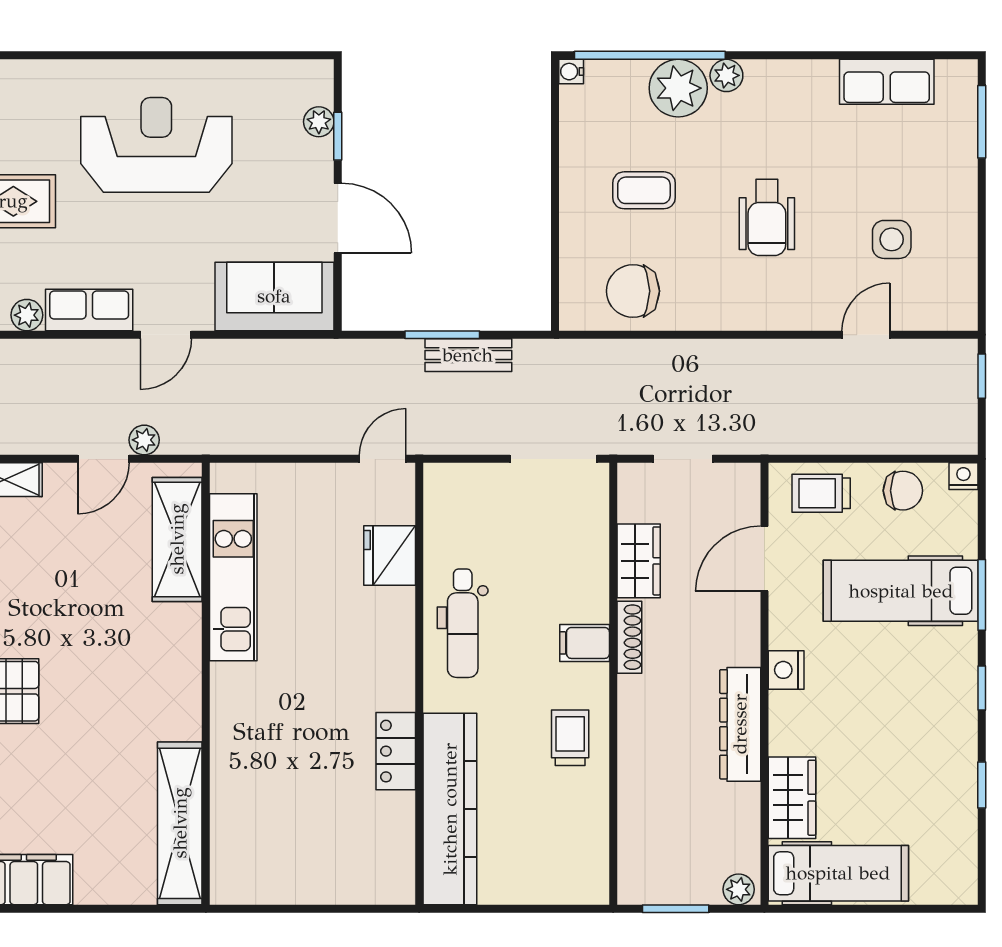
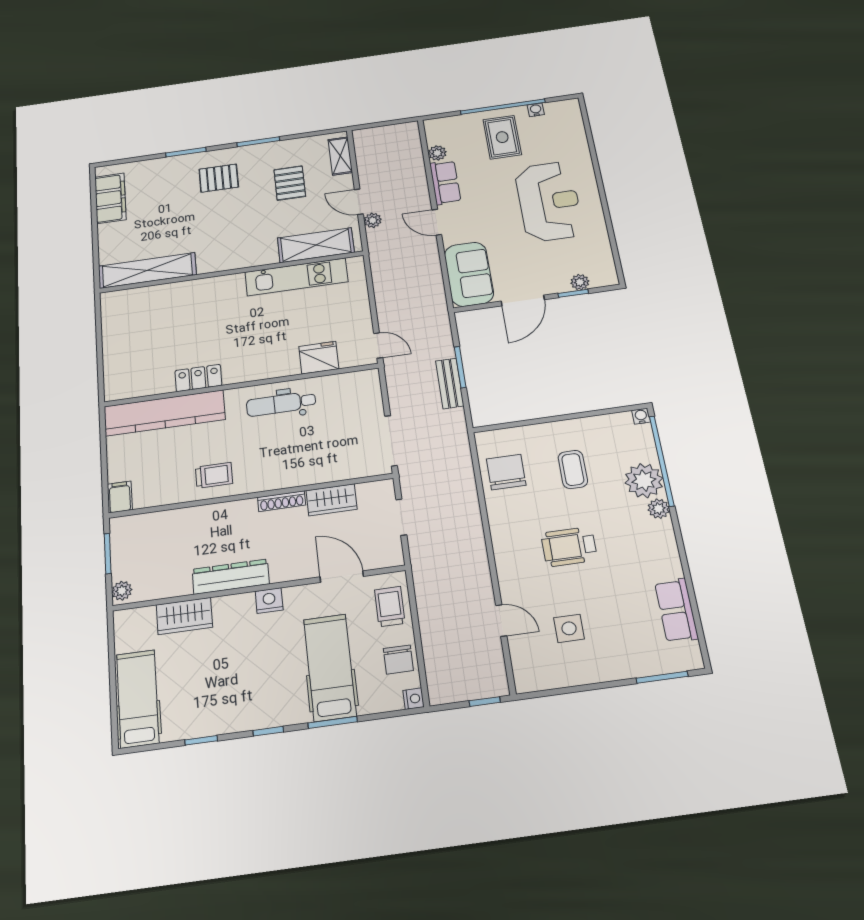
pallet: (45, 571) -> (290, 183), added
filing cabinet: (585, 643) -> (120, 497), moved
hospital bed: (838, 873) -> (138, 699), moved, turned 180

